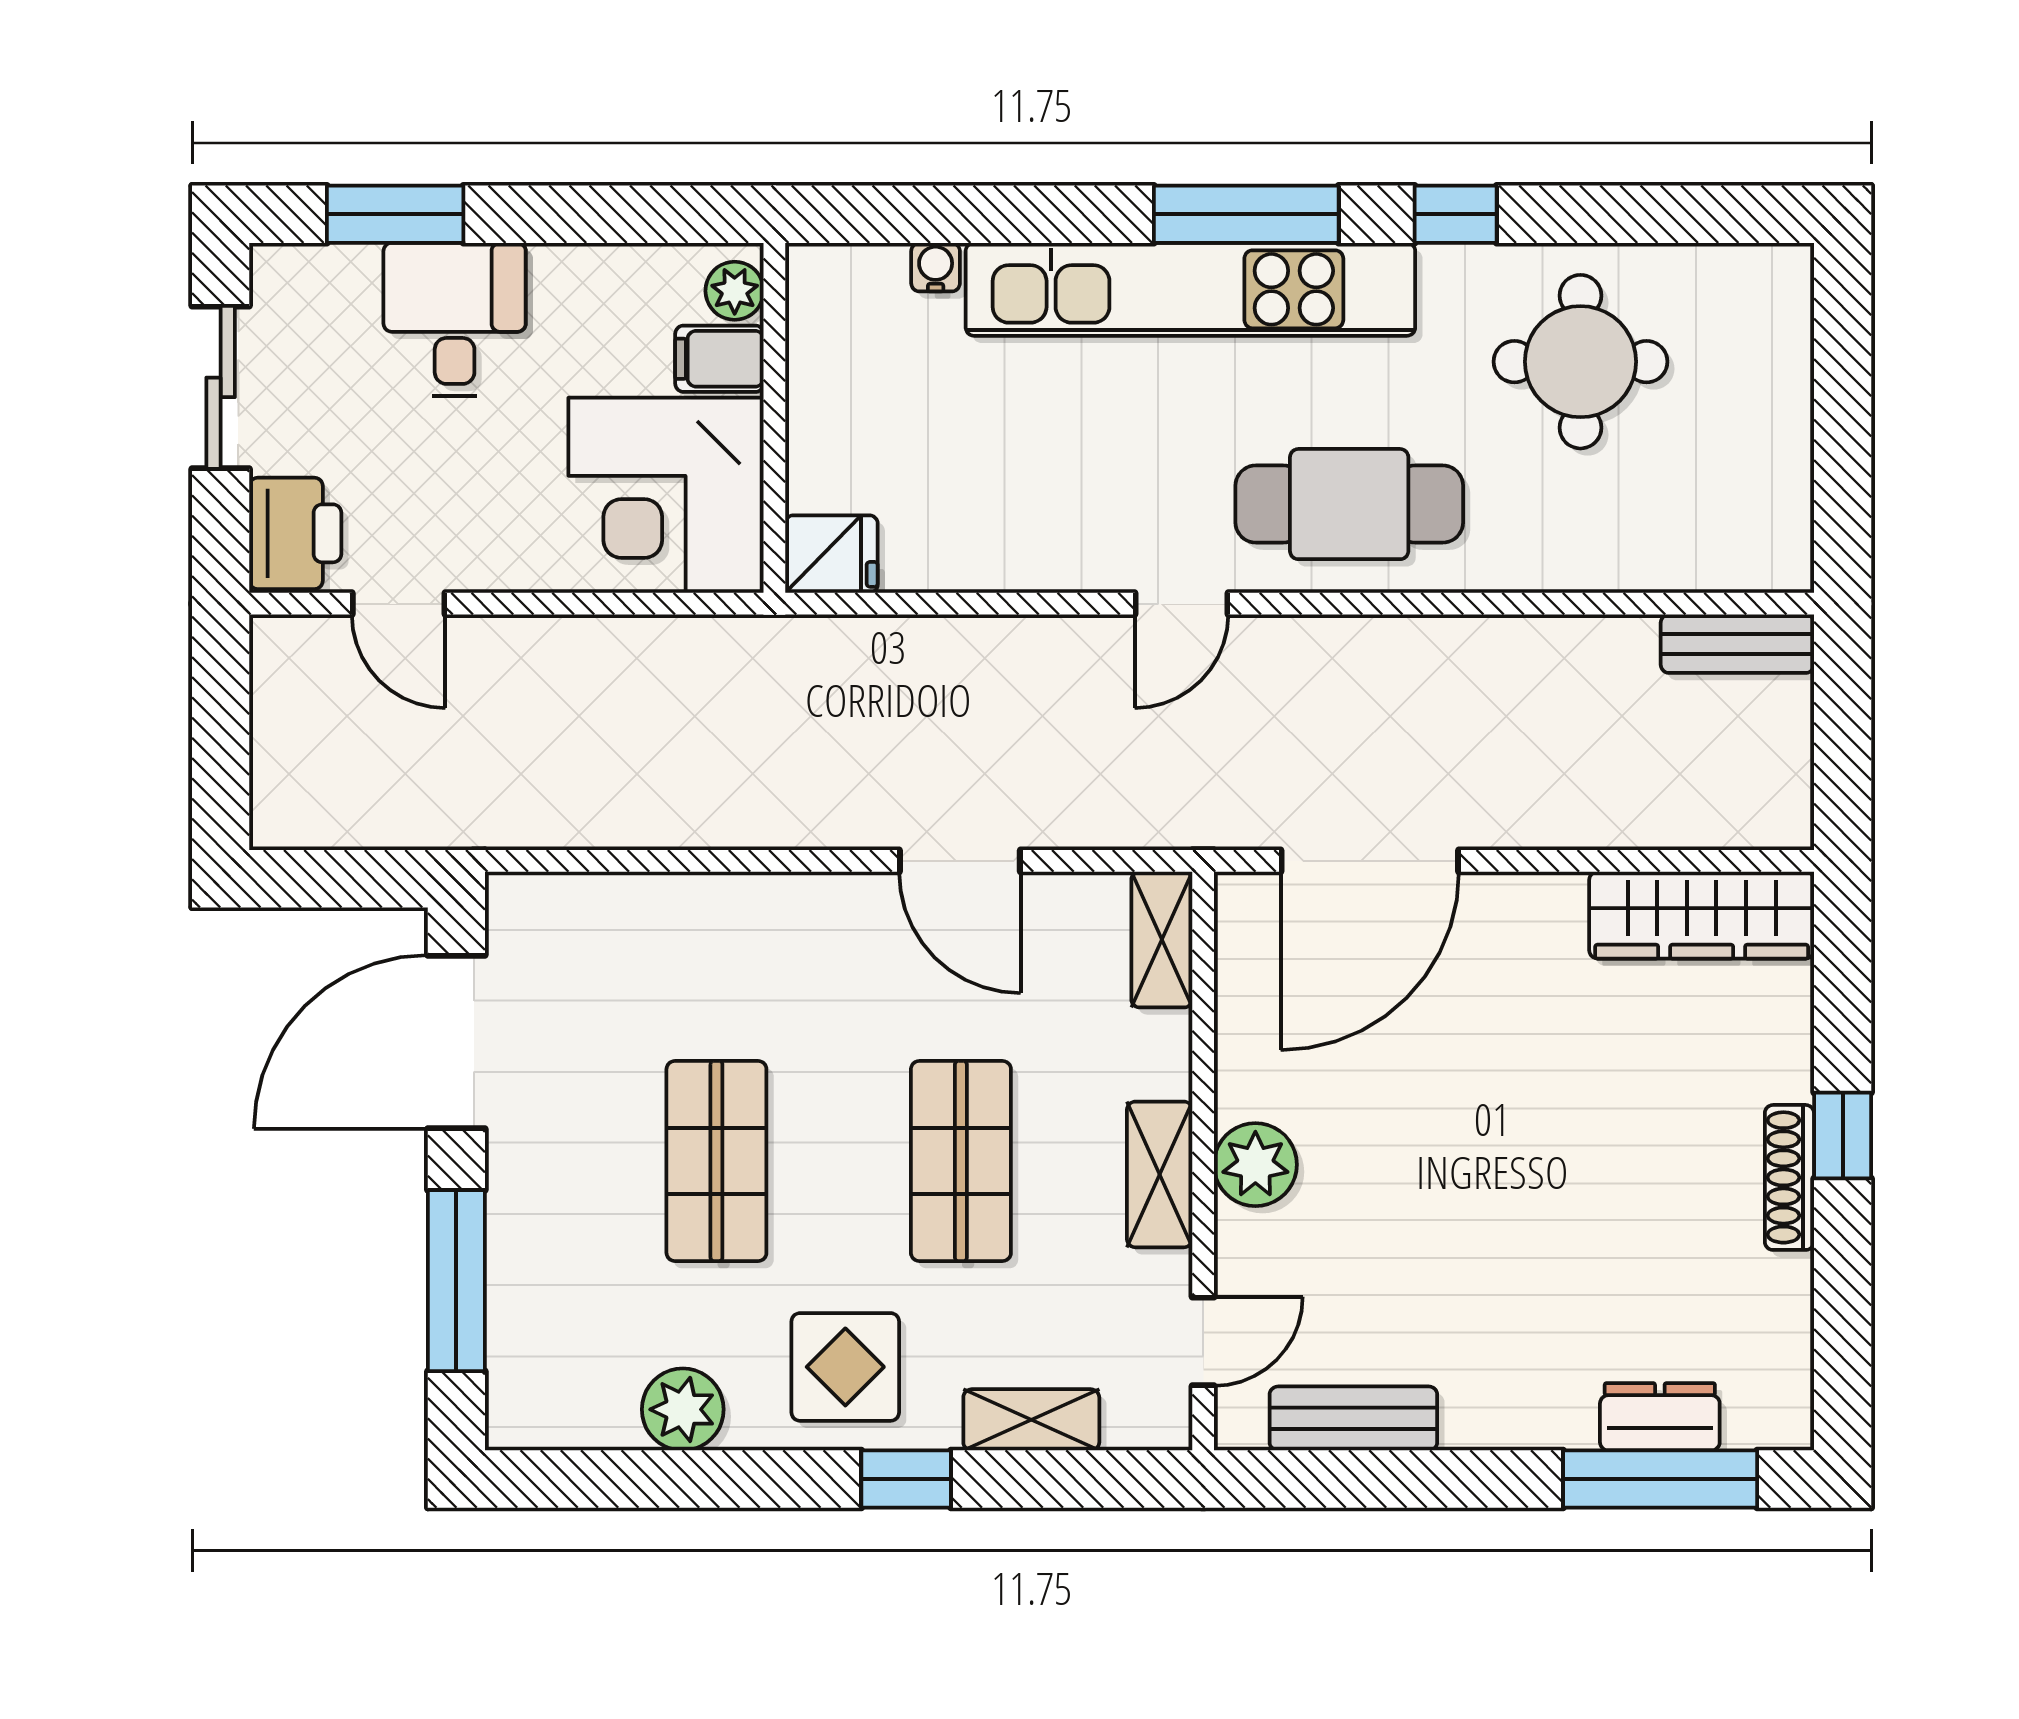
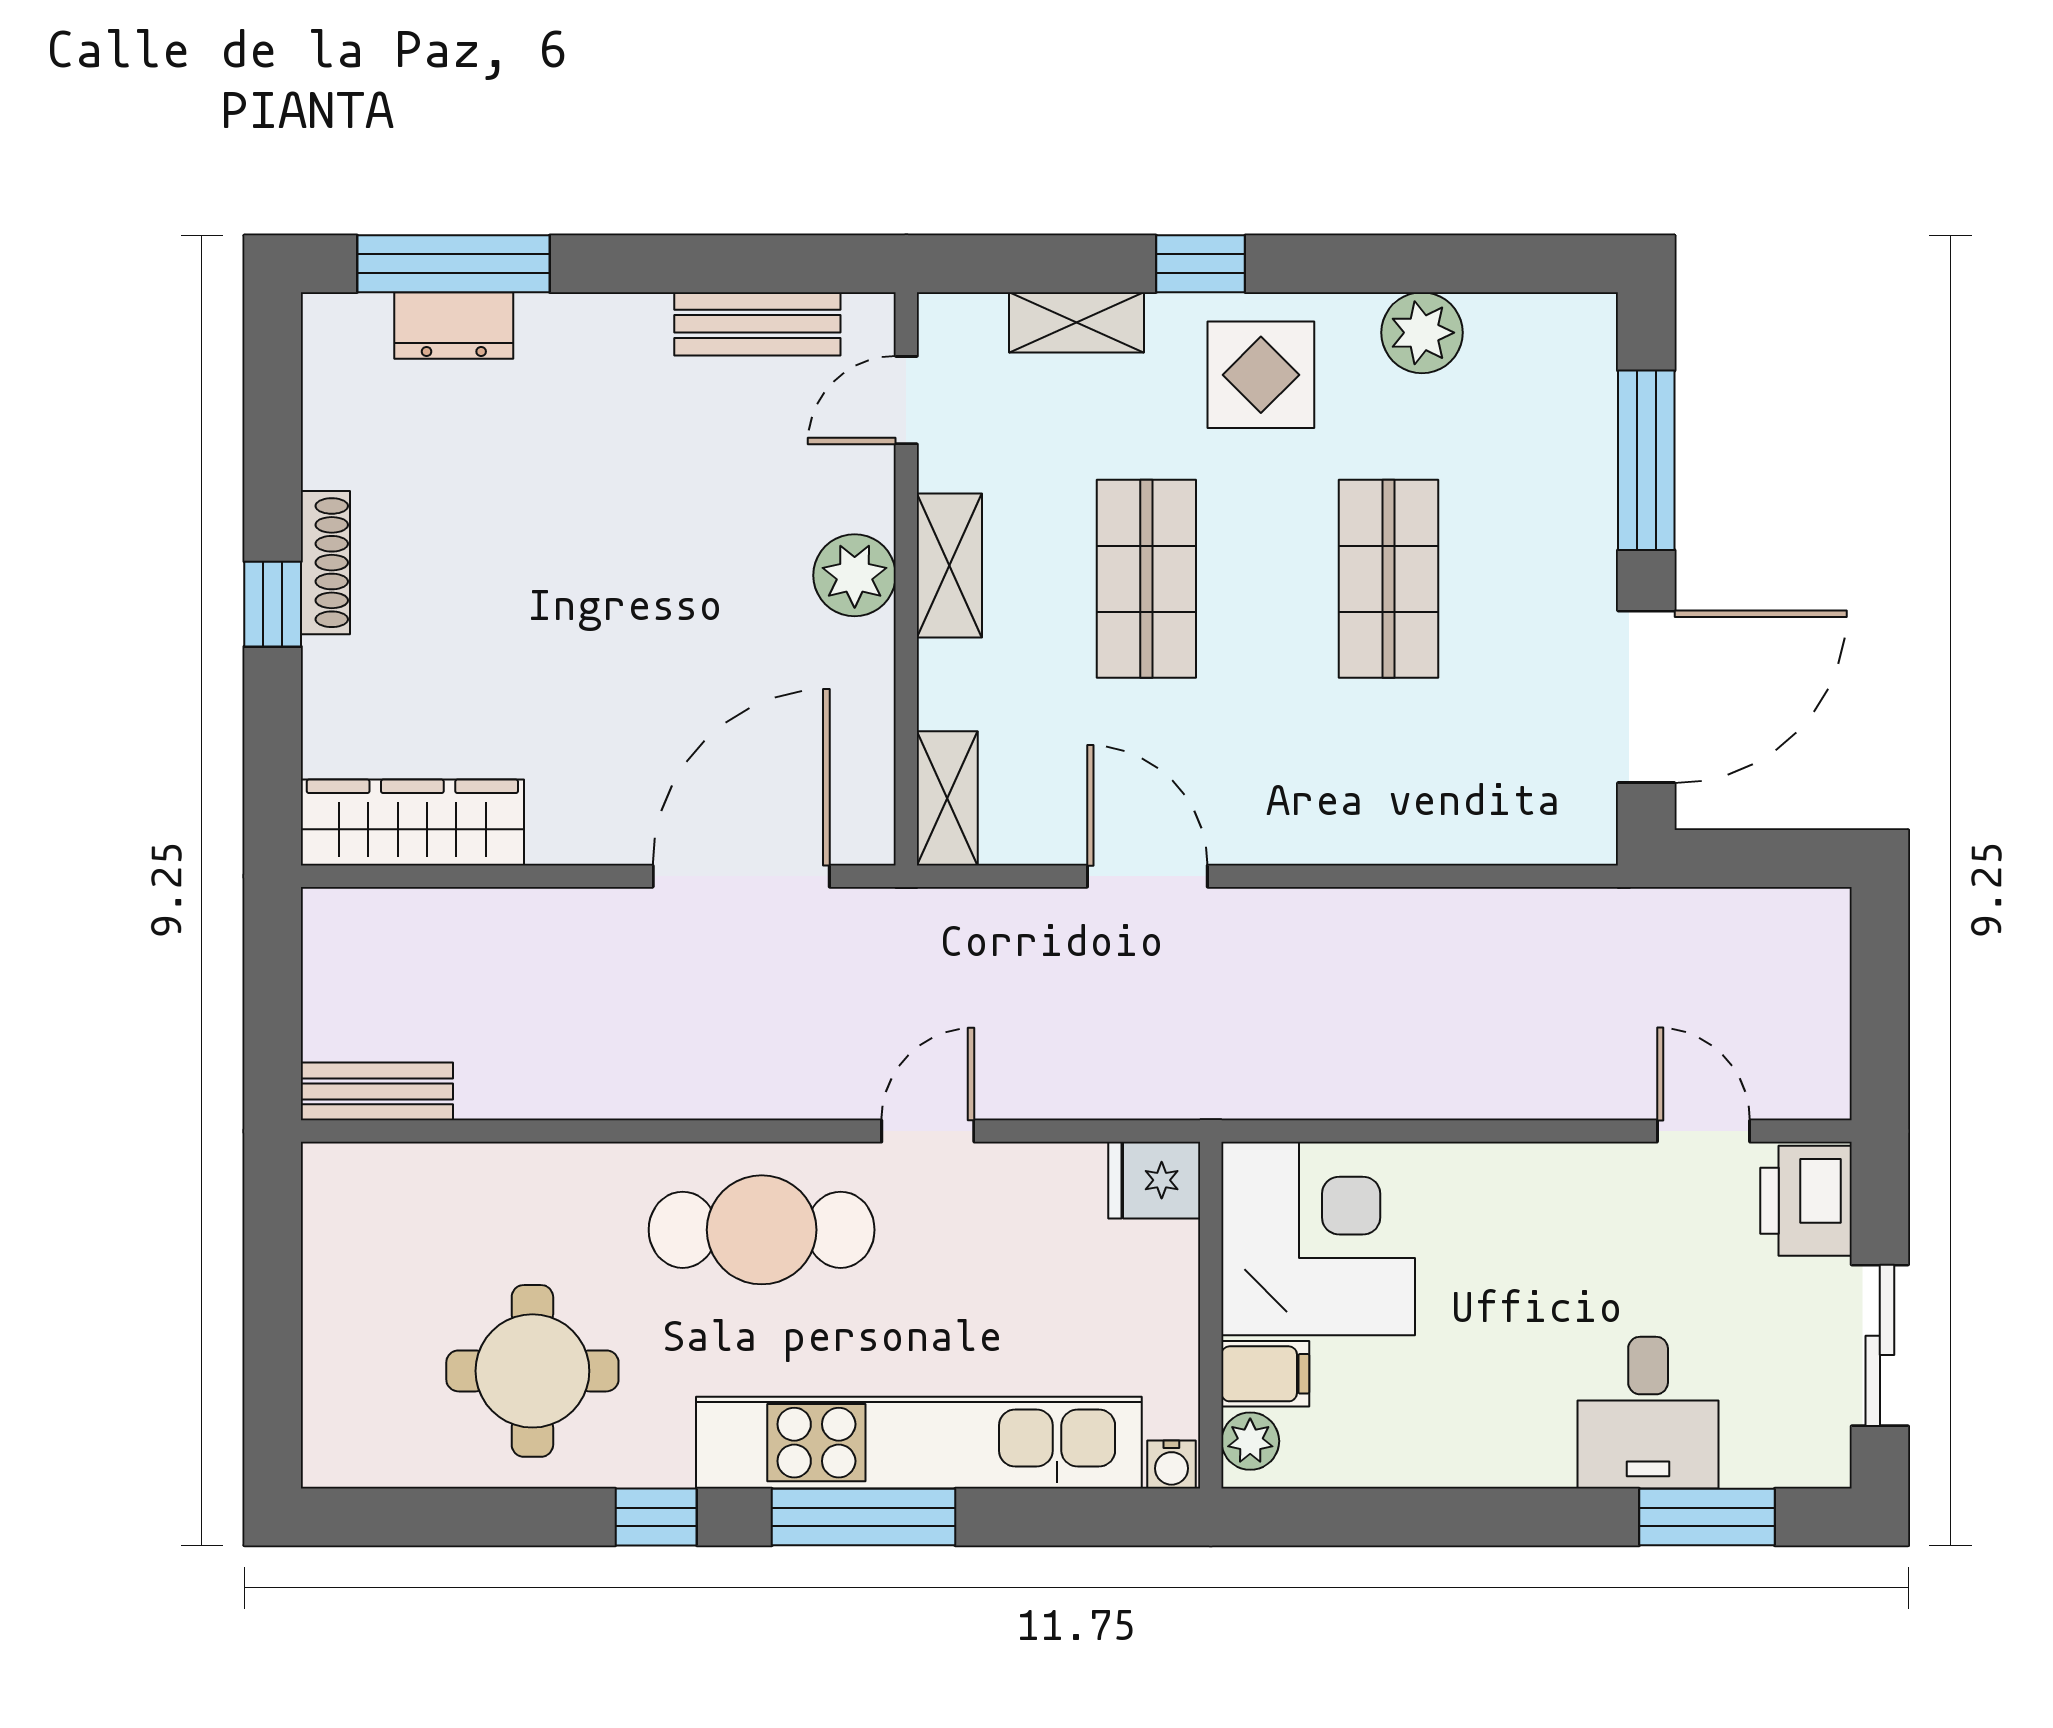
plant: (735, 291) -> (1250, 1441), moved
filing cabinet: (719, 359) -> (1265, 1374), moved
wall: (774, 418) -> (1211, 1315), moved
corner desk: (666, 495) -> (1318, 1238), moved
fridge: (831, 554) -> (1154, 1180), moved

